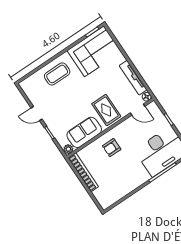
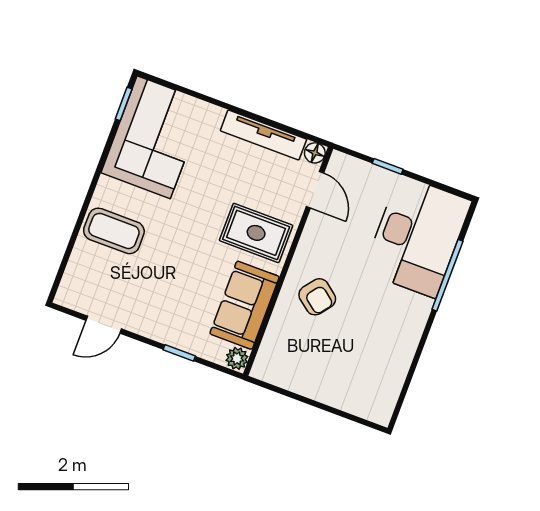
coffee table: (57, 74) -> (114, 231), turned 90
door: (138, 110) -> (315, 190), hinge flipped
door: (37, 114) -> (104, 325), moved
armchair: (112, 148) -> (317, 297), turned -52
bookcase: (83, 172) -> (297, 382), removed

